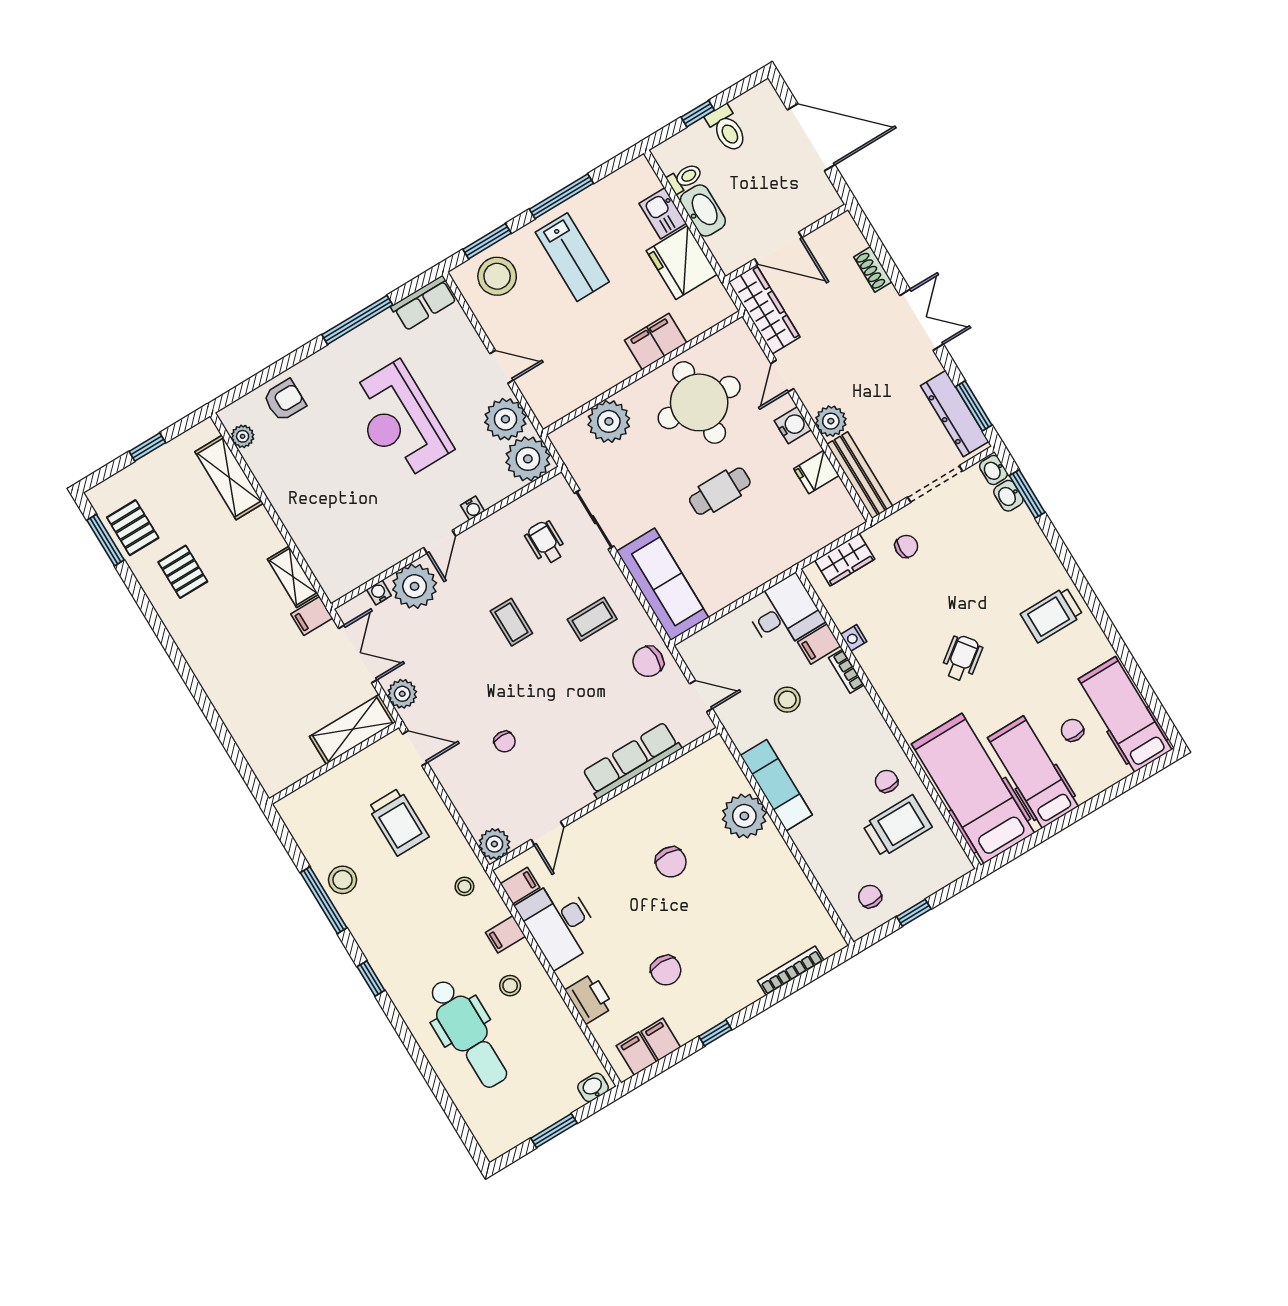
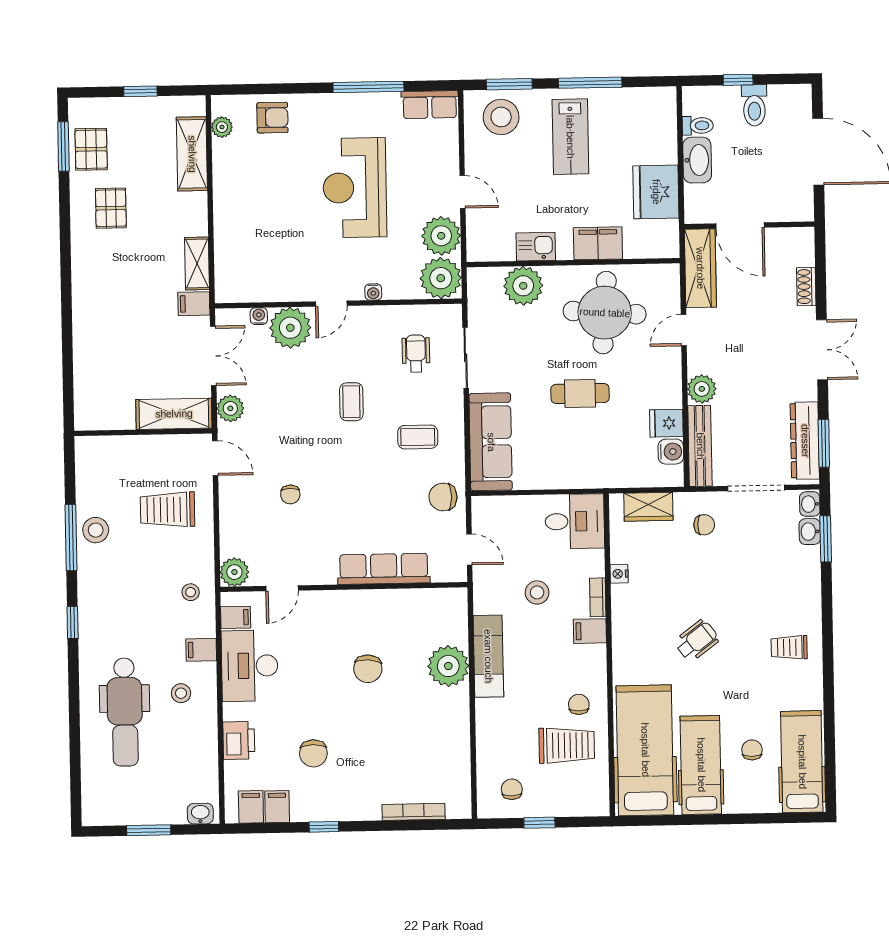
kitchen sink: (663, 213) -> (536, 247), moved, turned 90
water cooler: (793, 425) -> (671, 452), moved
trolley: (1052, 615) -> (789, 647), width x0.73, depth x0.72
filing cabinet: (819, 644) -> (590, 631), moved
trolley: (398, 822) -> (167, 510), turned 90

